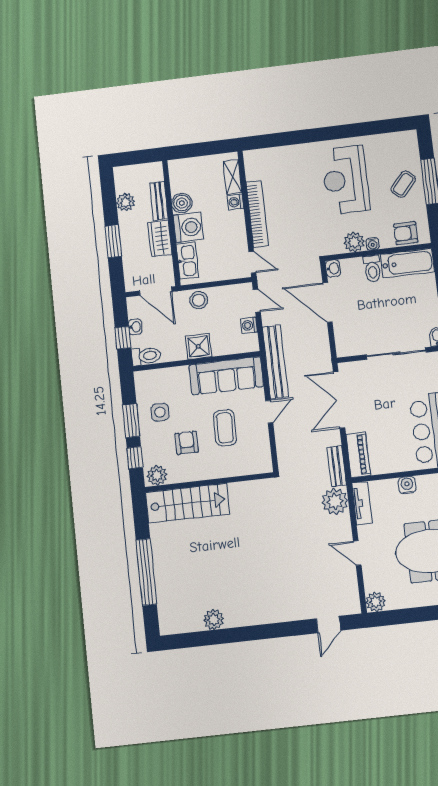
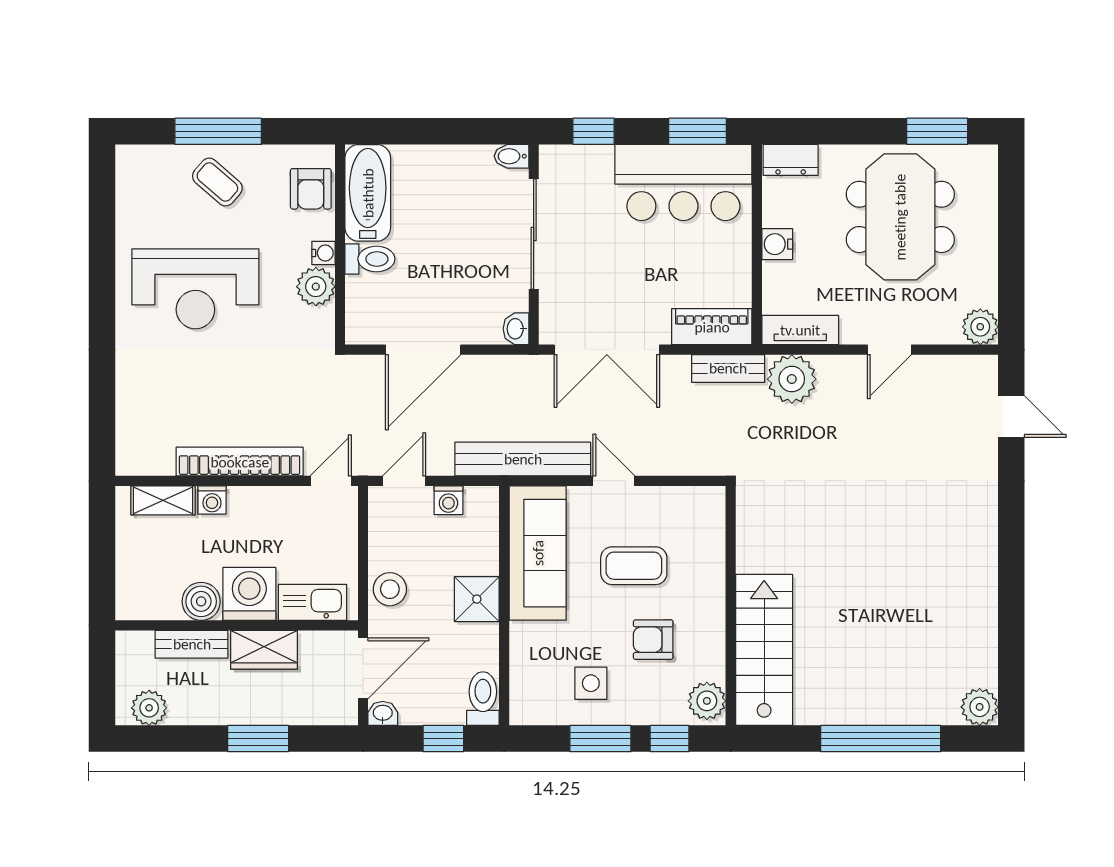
plant: (126, 202) -> (149, 708), moved
washbasin: (333, 268) -> (516, 329), moved, turned -90
washbasin: (135, 327) -> (383, 713), moved
plant: (214, 620) -> (980, 707), moved

